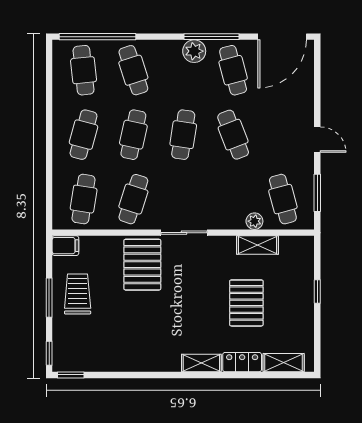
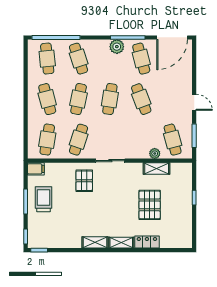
cafe table: (84, 135) -> (47, 99), turned -30
pallet: (142, 265) -> (84, 181), width x0.67, depth x0.71
shelving: (284, 363) -> (95, 242), moved

